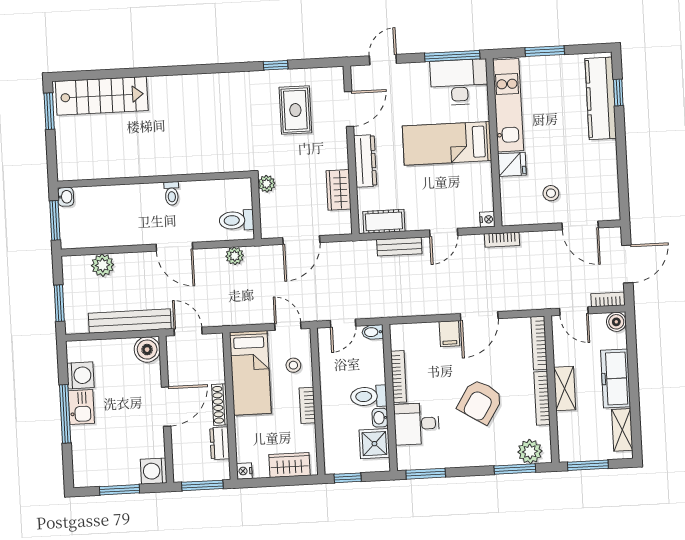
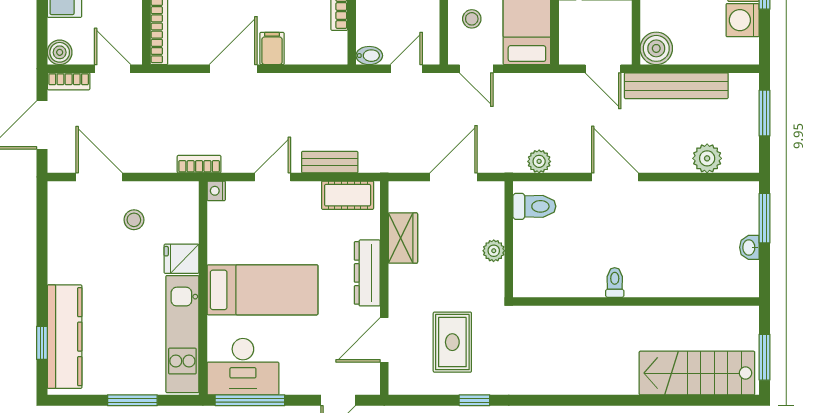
wall: (154, 179) -> (636, 301), moved
toilet: (172, 193) -> (615, 282), moved

